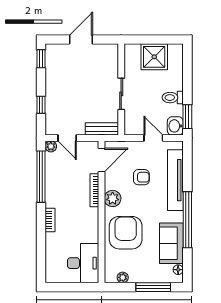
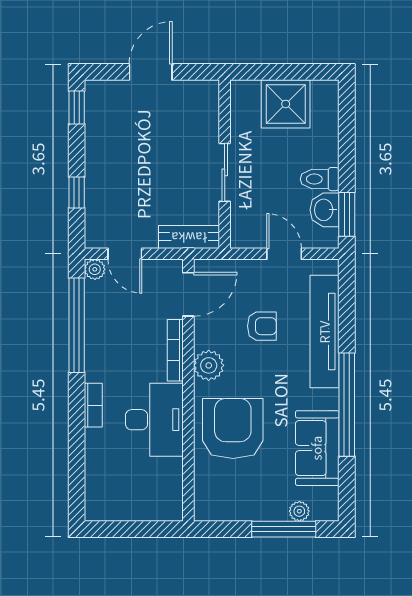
washbasin: (175, 126) -> (325, 210), moved
desk: (83, 263) -> (154, 420), moved
floor lamp: (178, 270) -> (330, 497), removed
plant: (123, 277) -> (299, 511), moved

